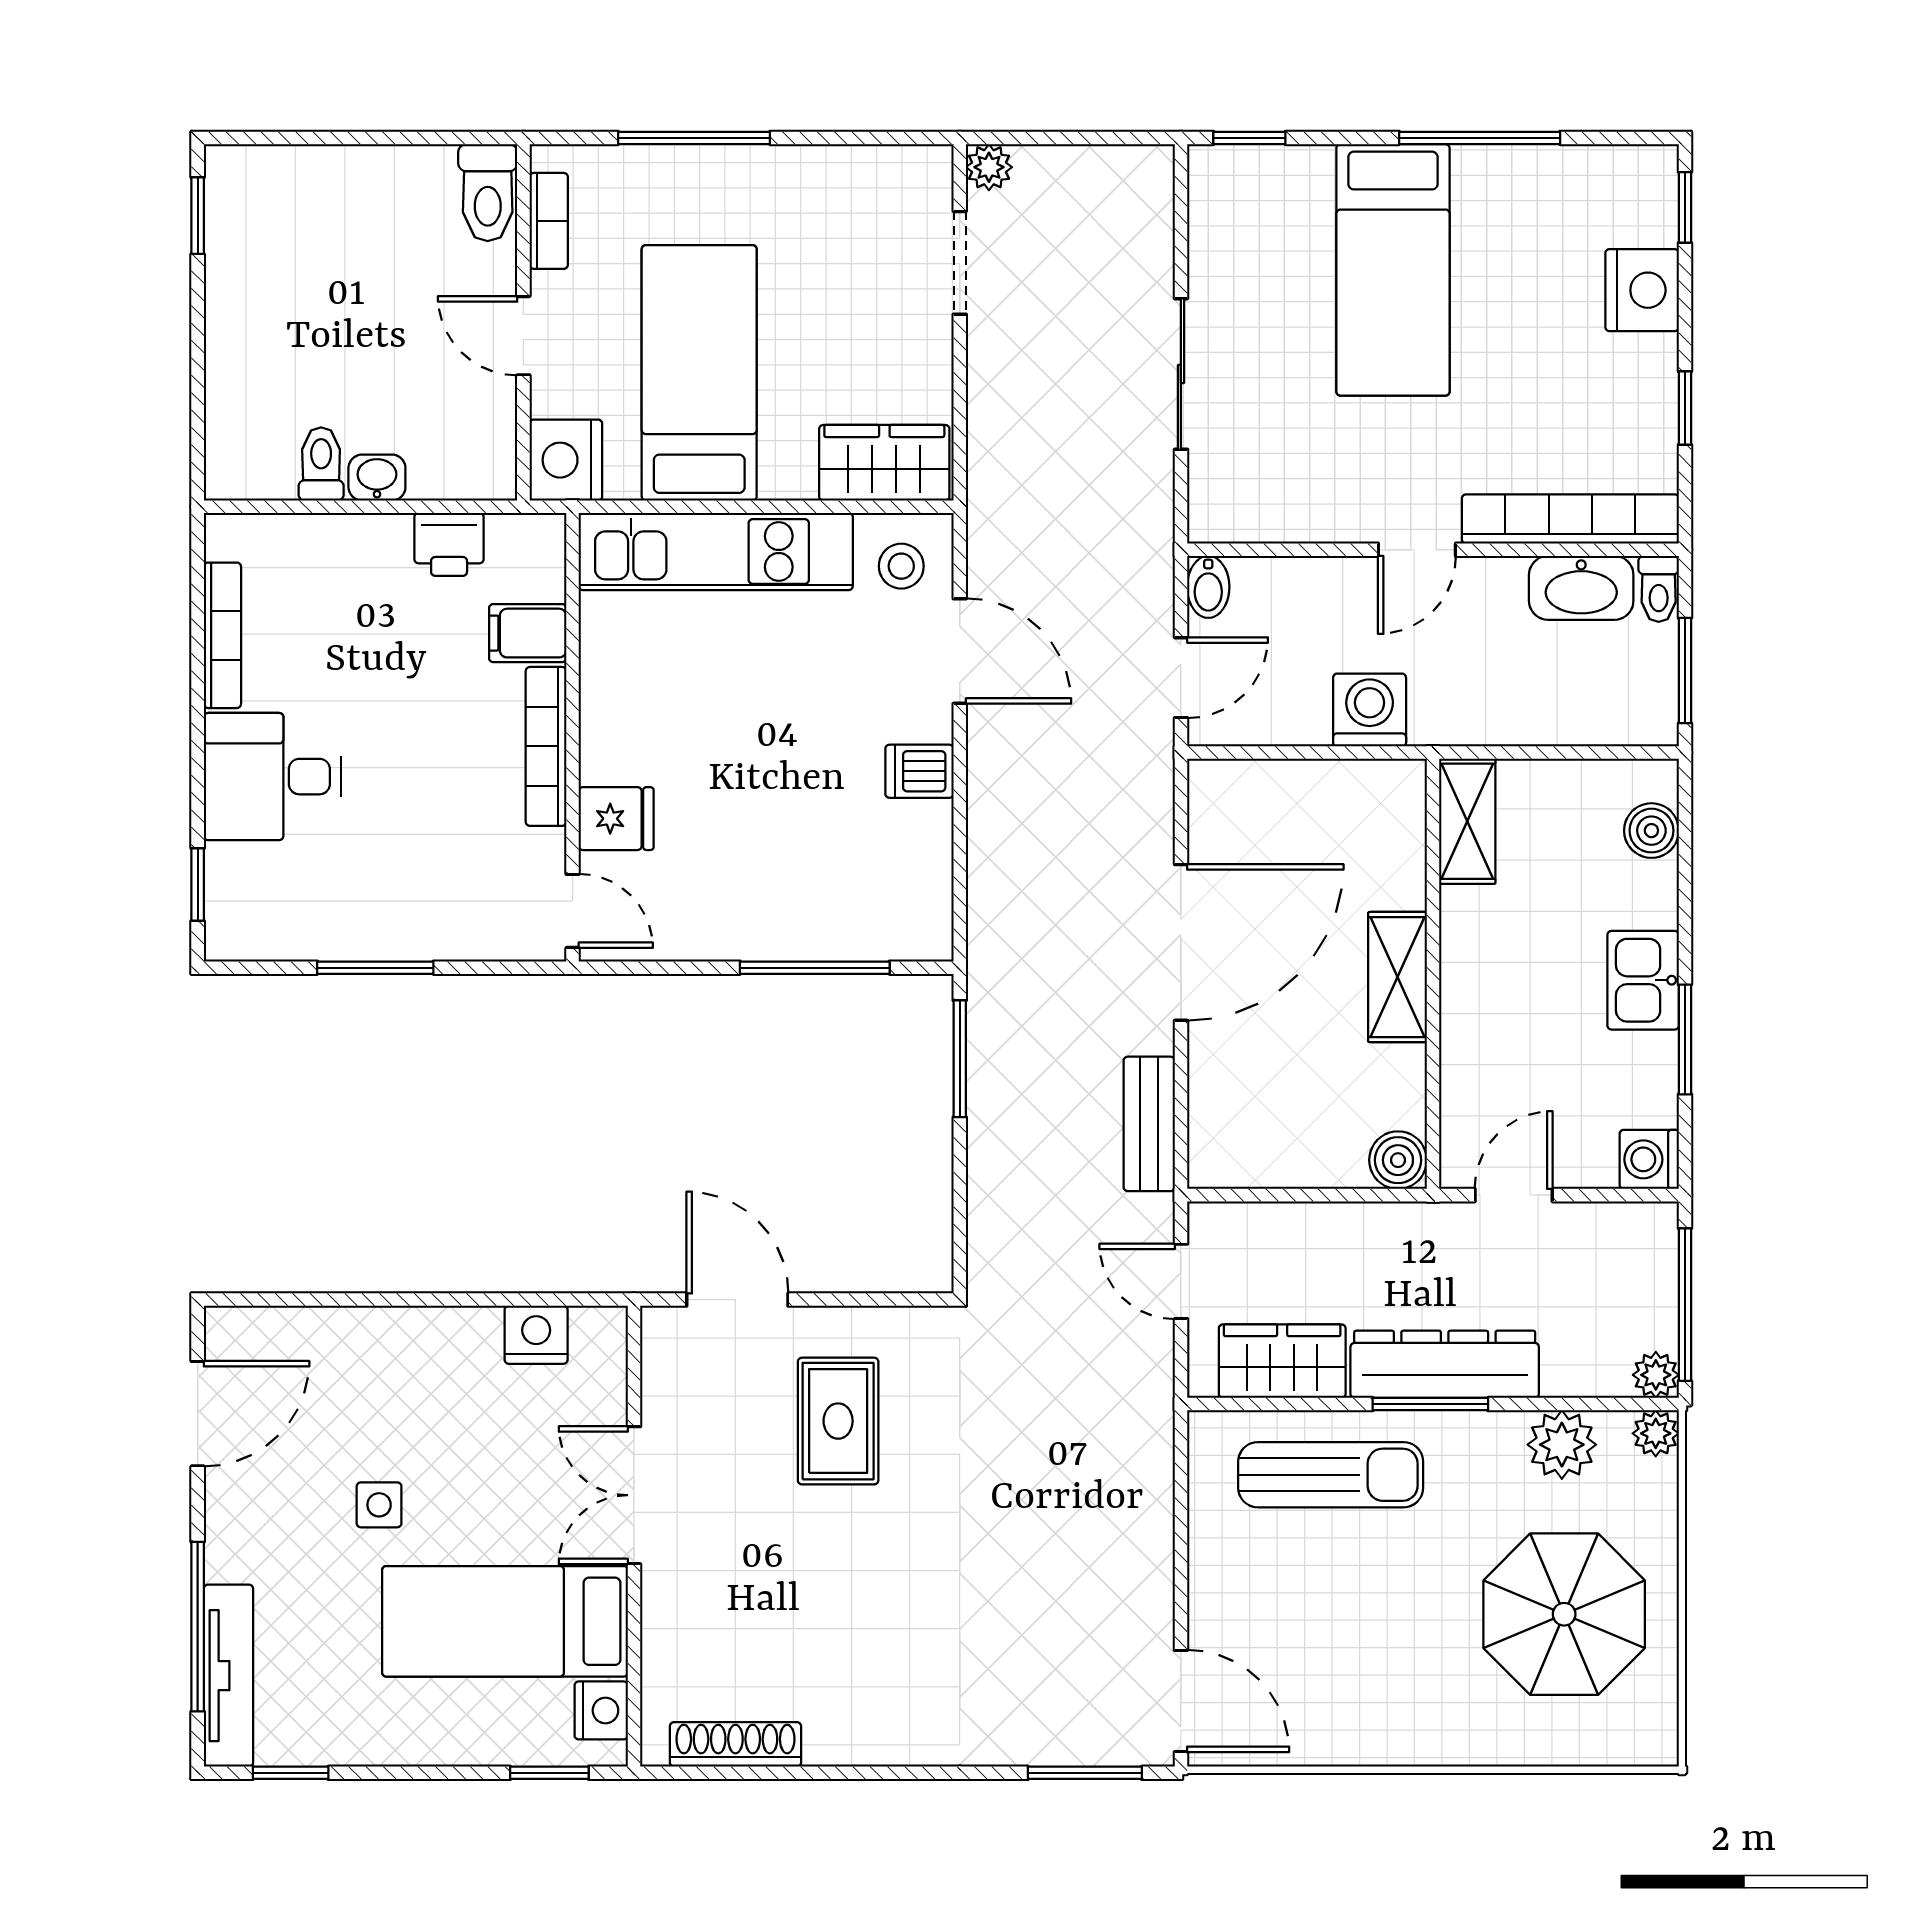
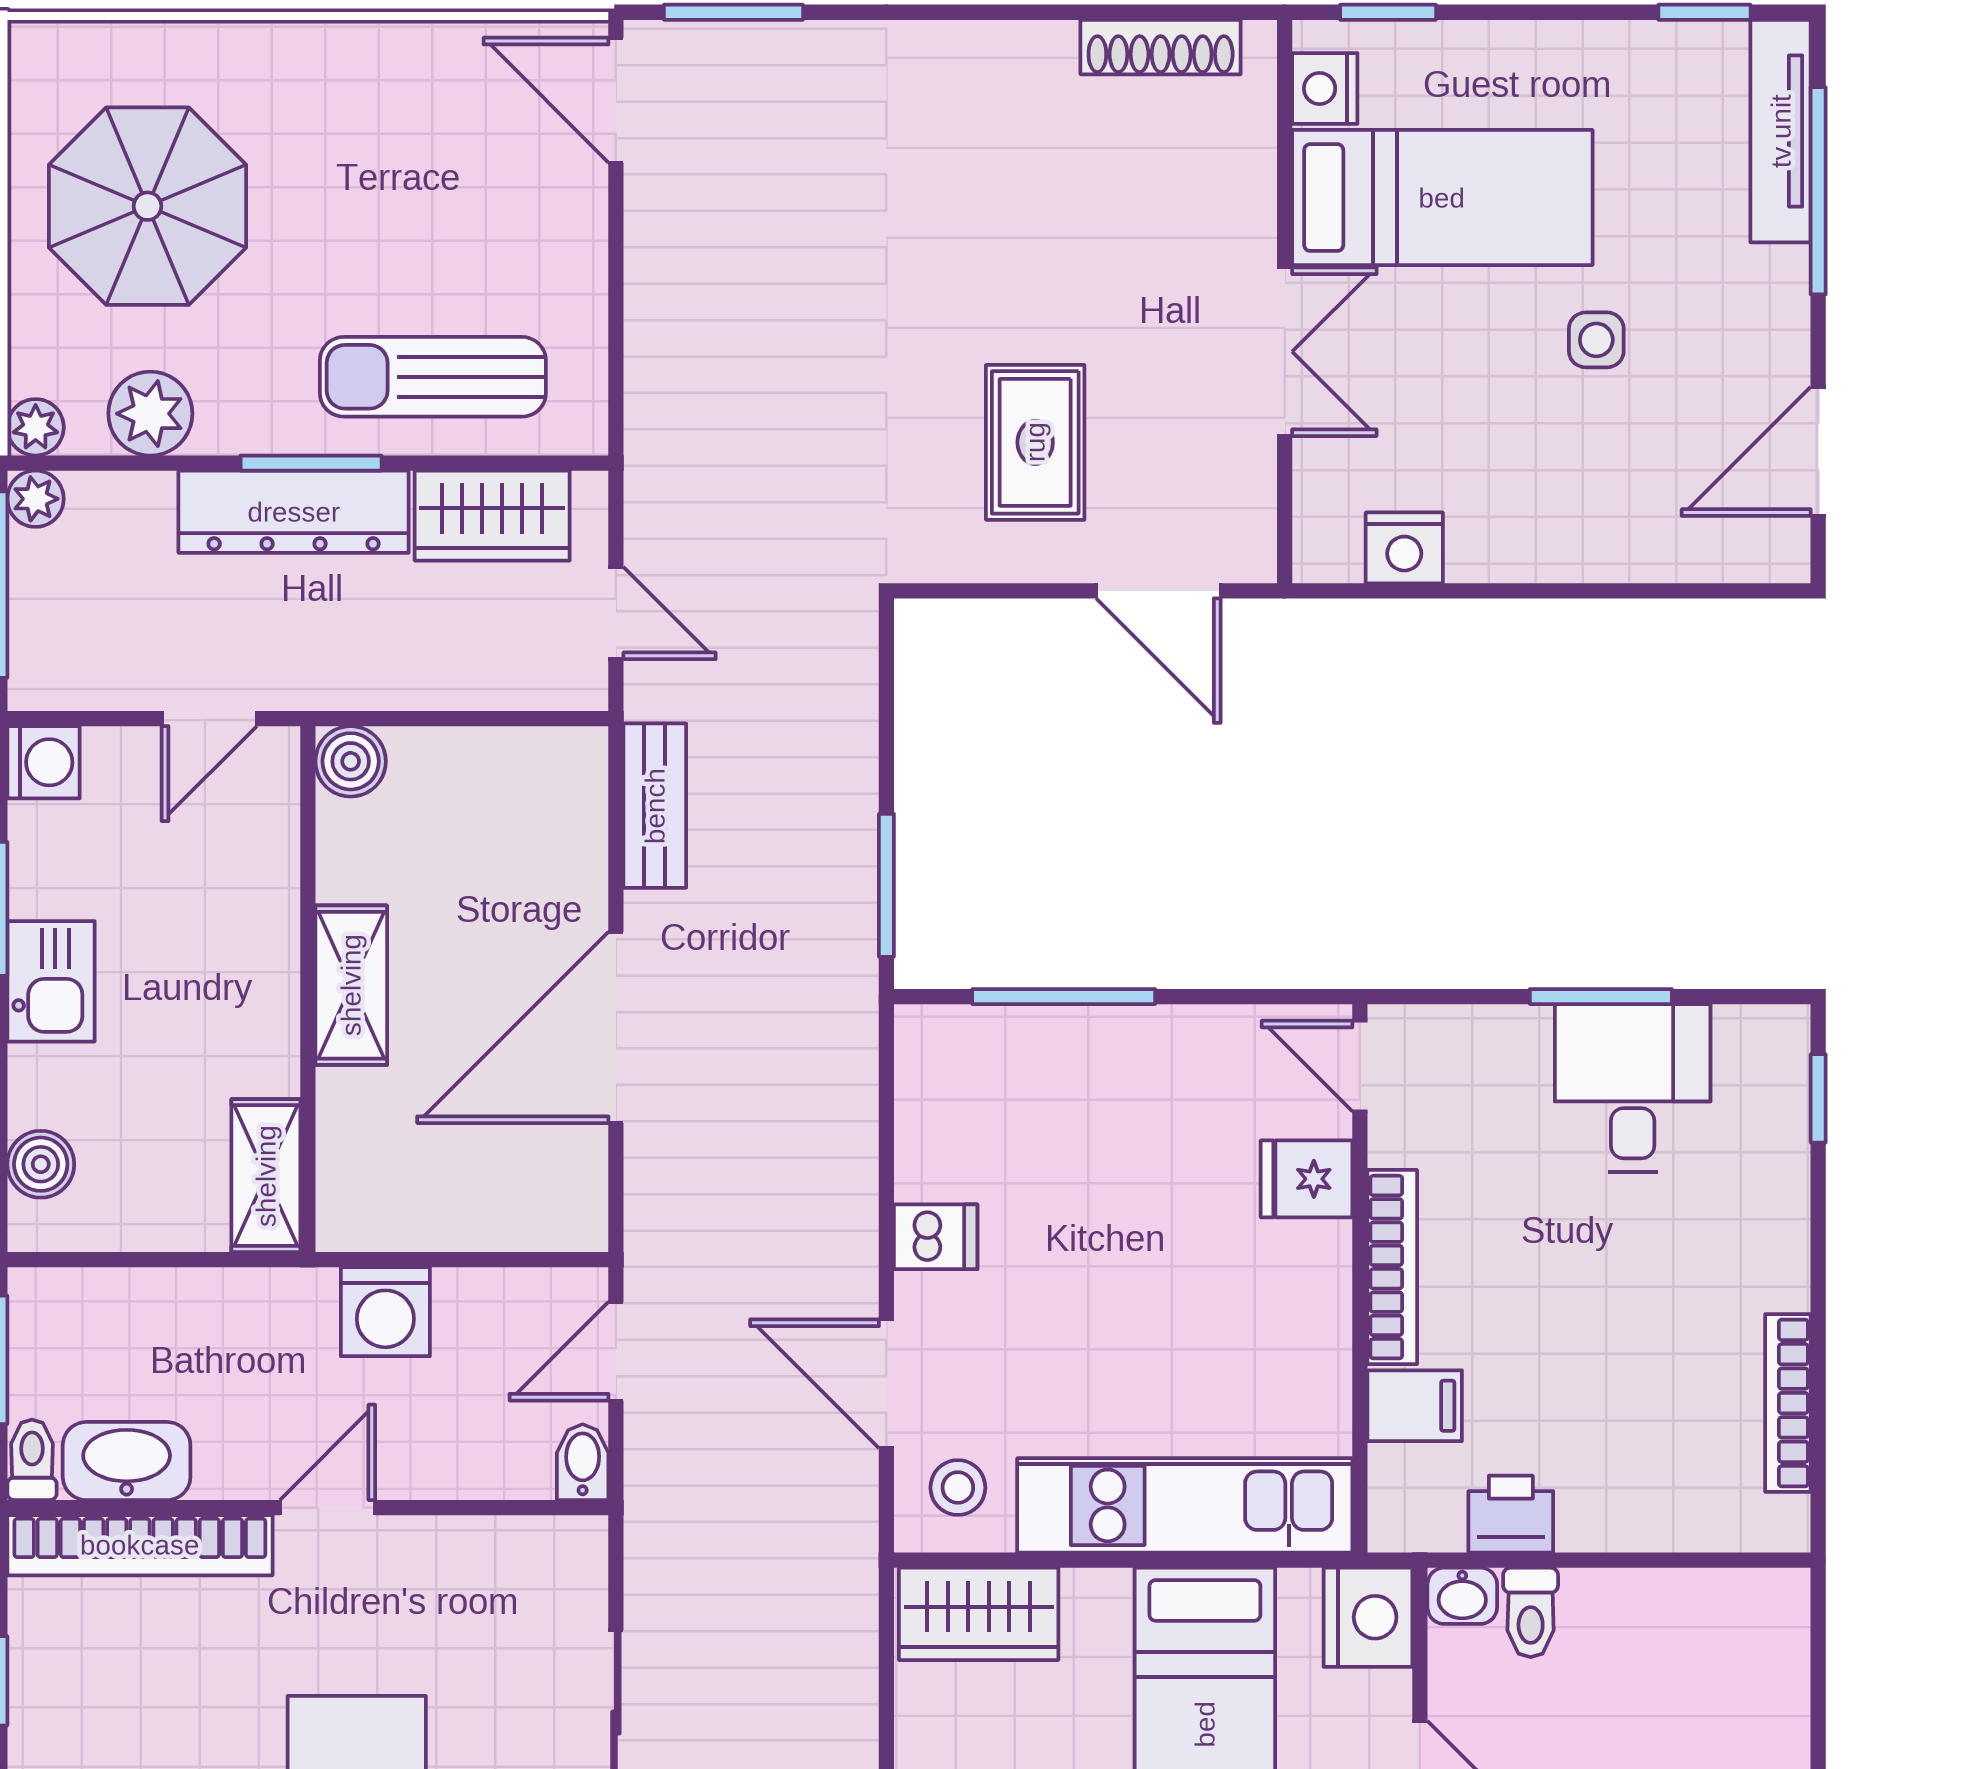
toilet: (321, 464) -> (1531, 1612), moved
washbasin: (377, 478) -> (1462, 1596), moved
desk: (272, 777) -> (1633, 1088), moved, turned -90

